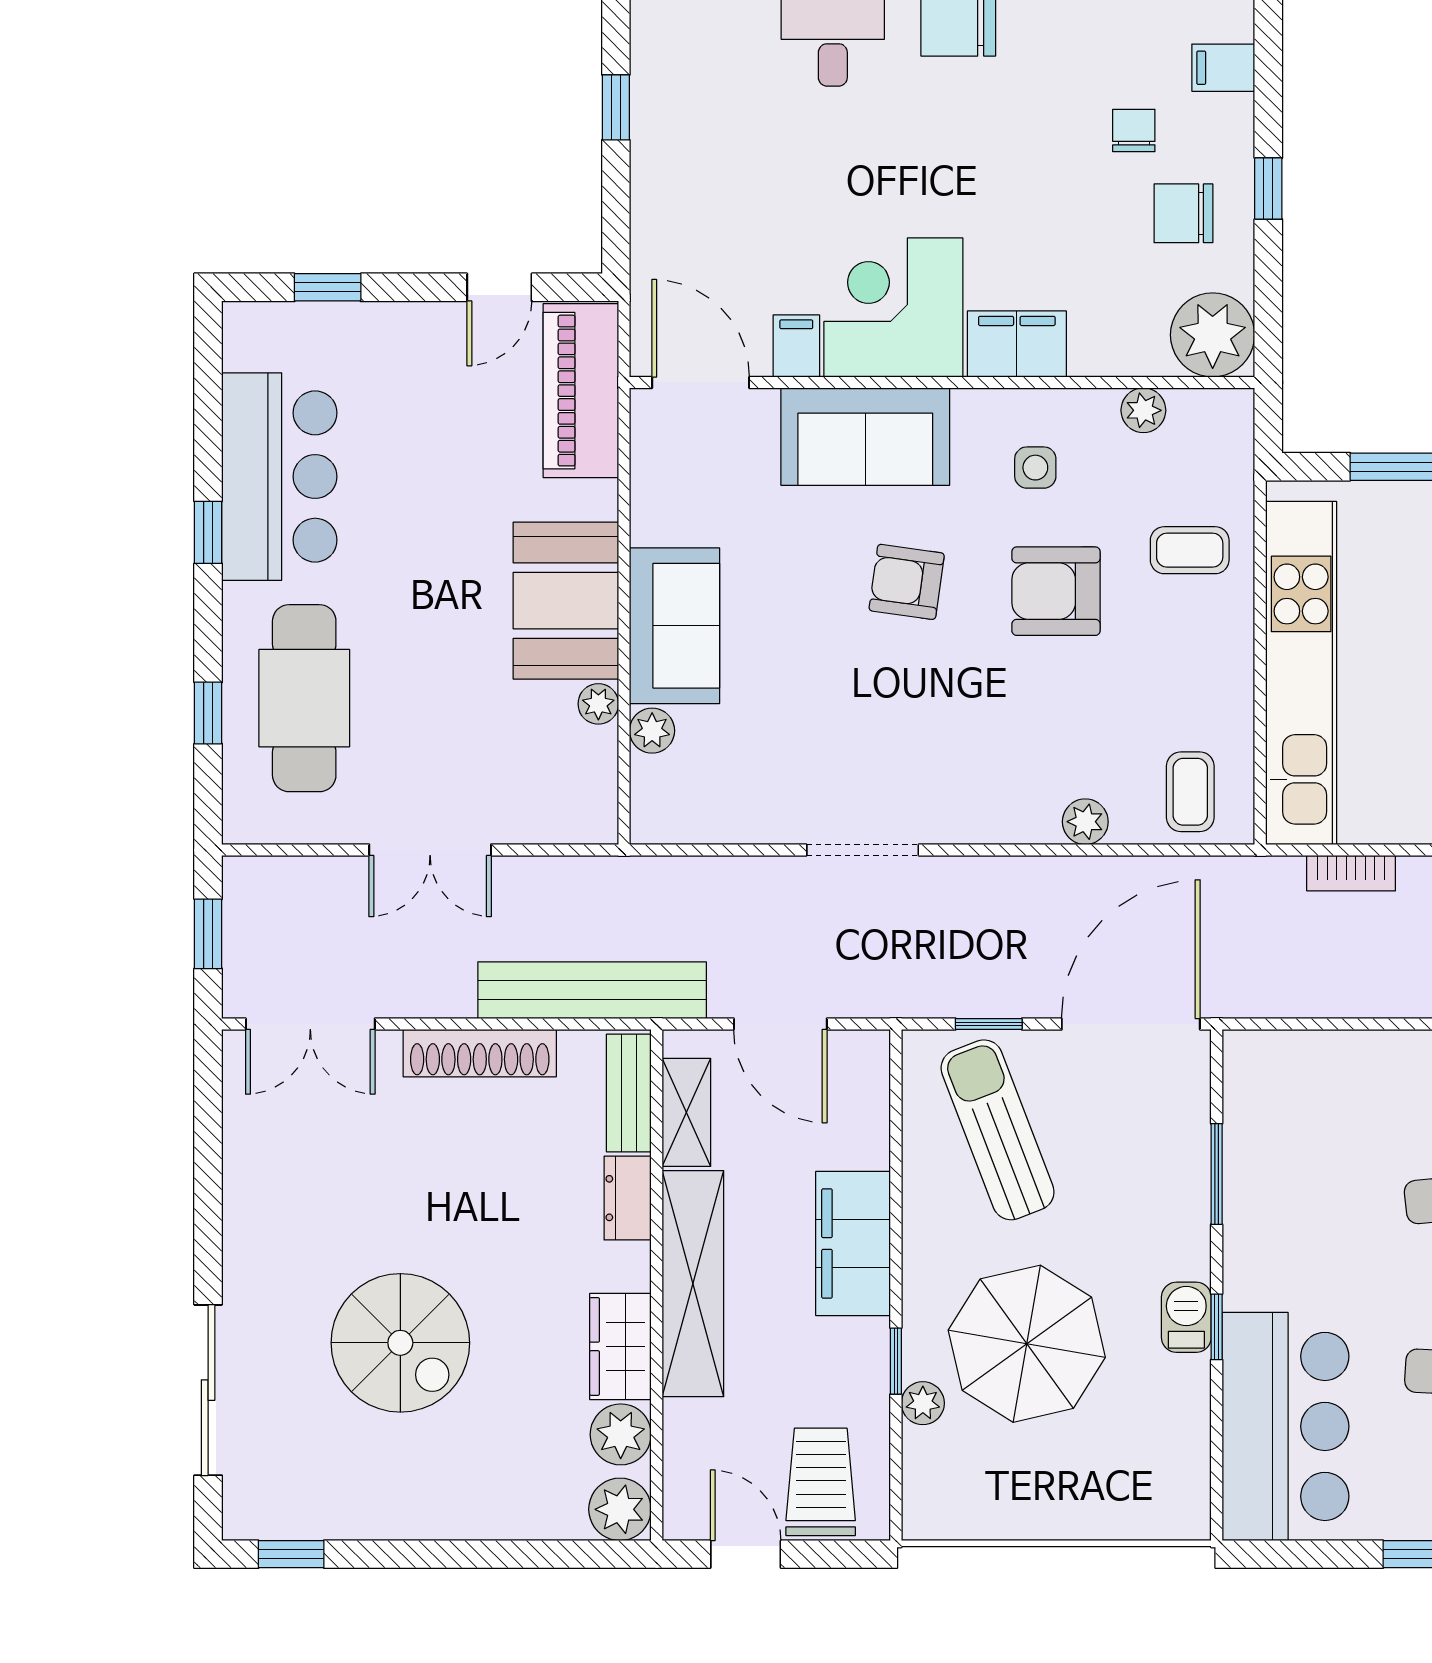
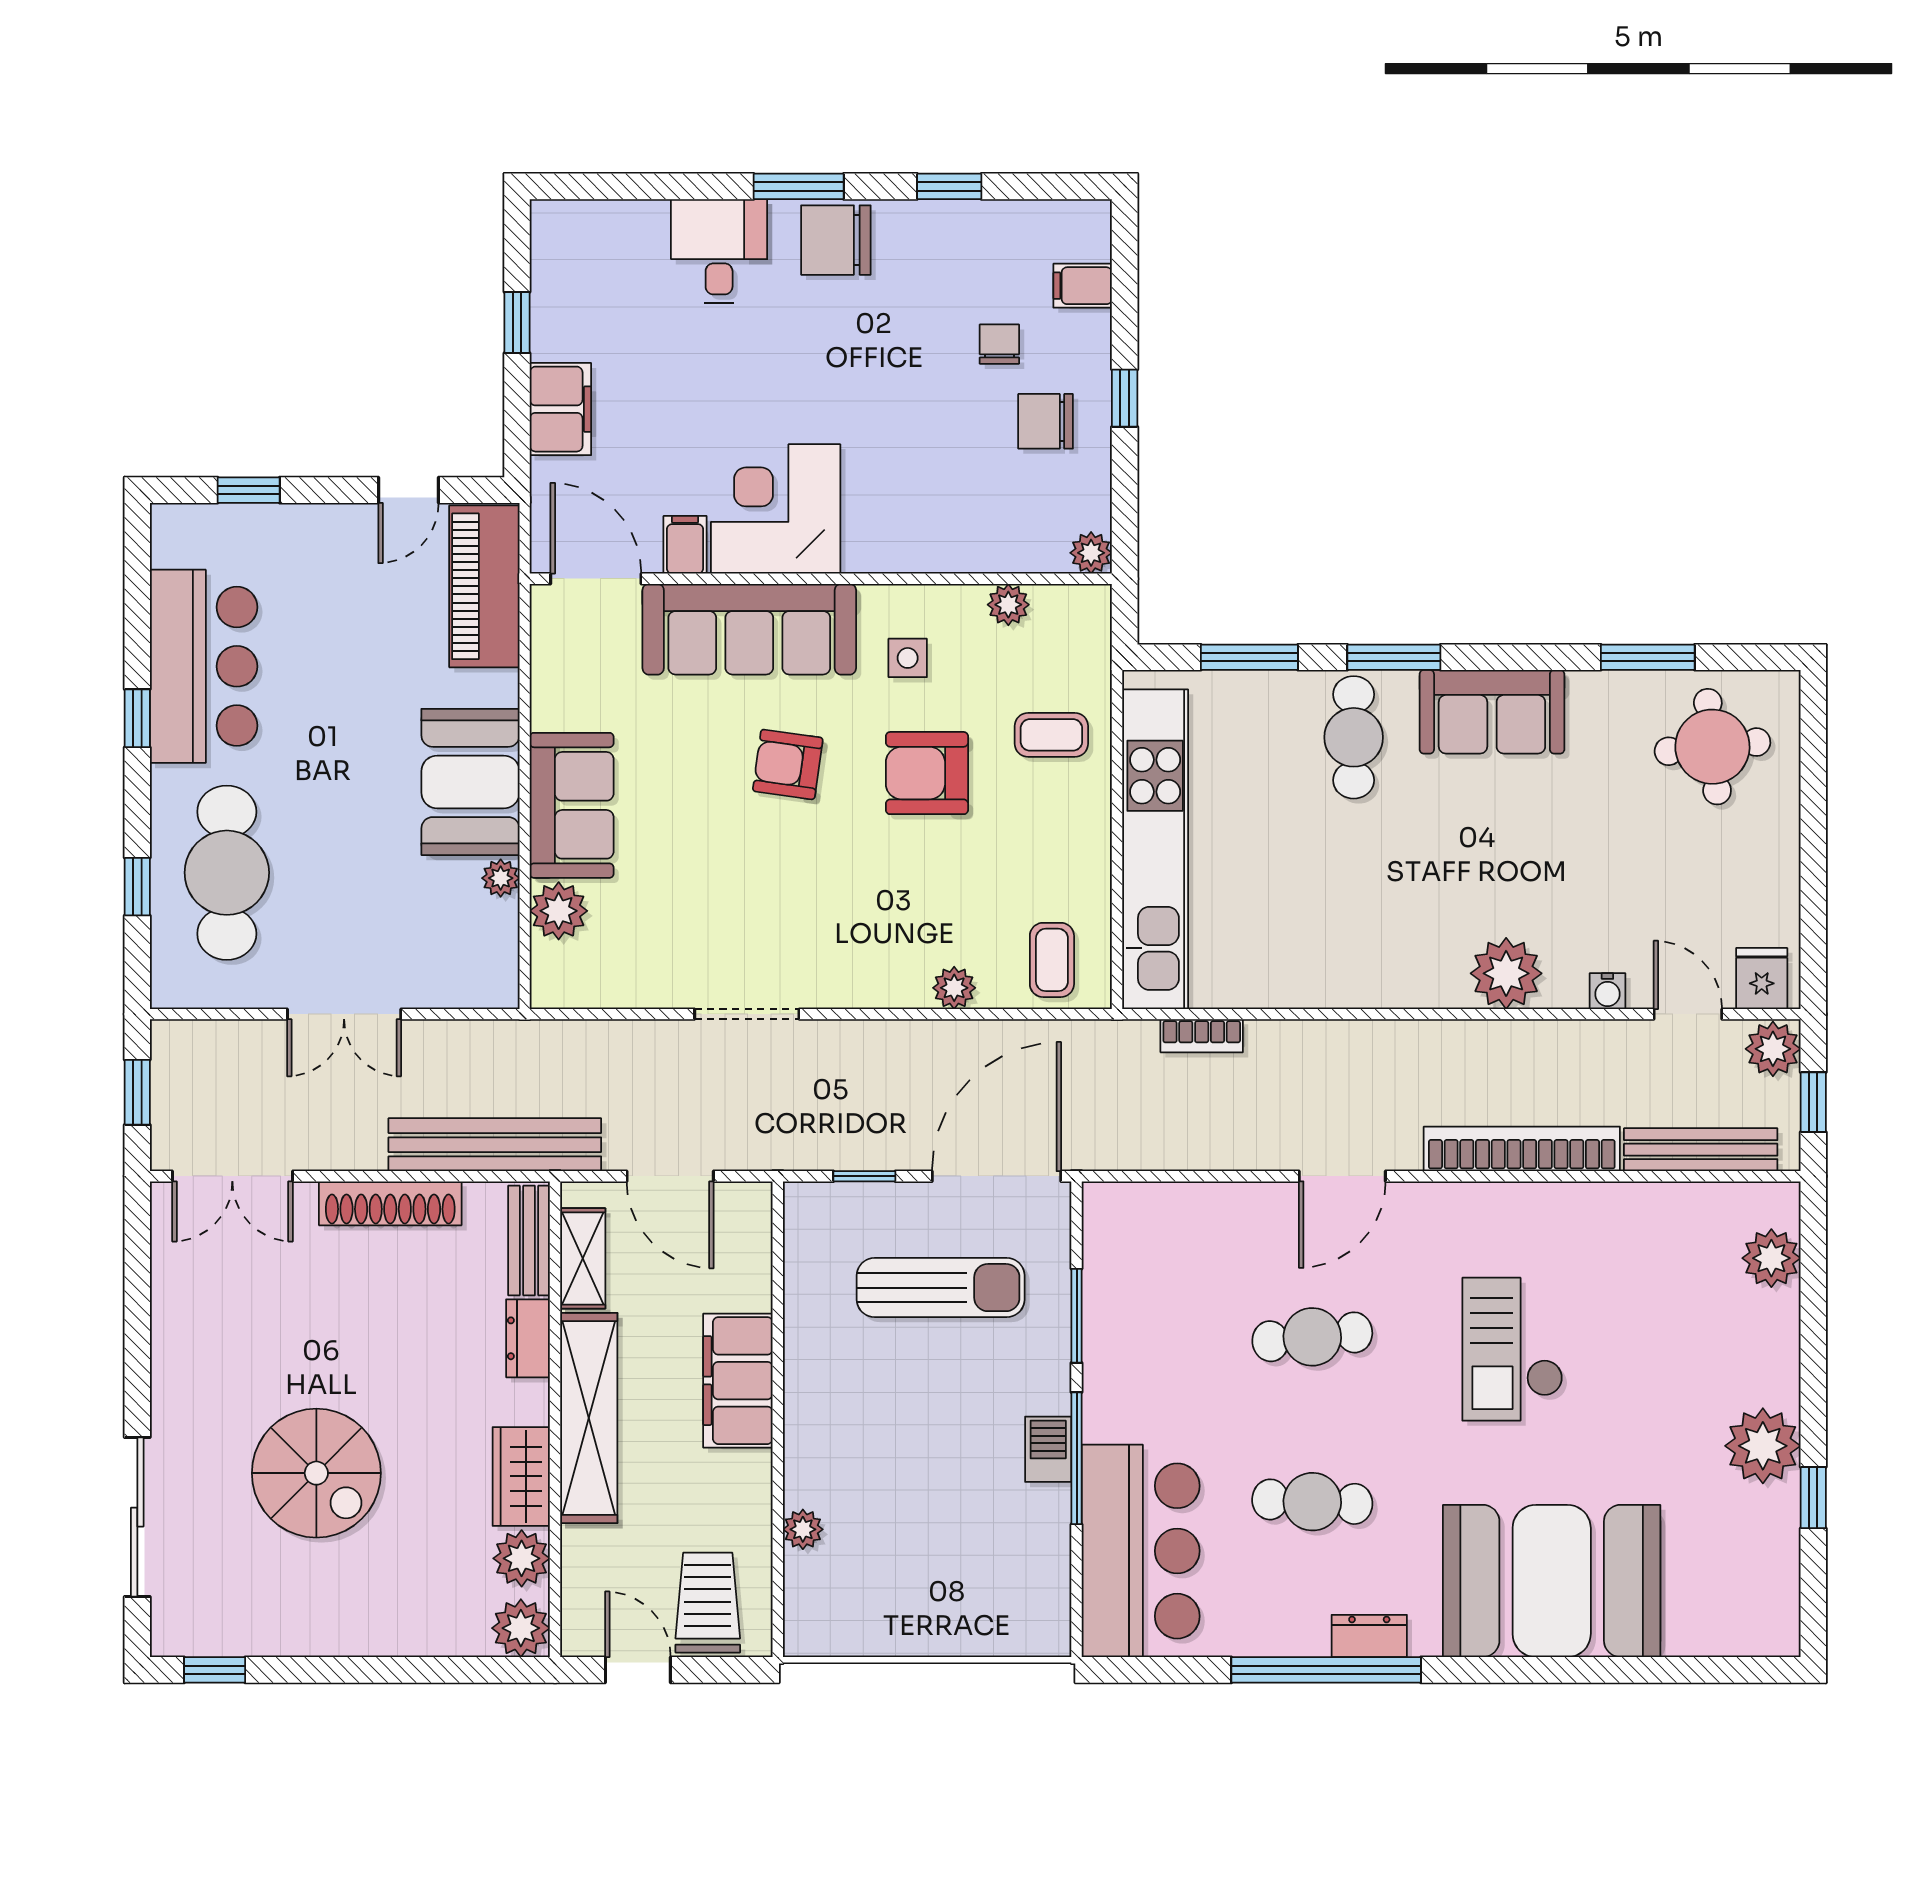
plant: (1213, 335) -> (1091, 553), width x0.53, depth x0.53
filing cabinet: (1017, 344) -> (560, 409), moved, turned 90
sofa: (865, 437) -> (749, 629), width x1.36
plant: (652, 731) -> (559, 911), width x1.38, depth x1.38
sun lounger: (998, 1130) -> (941, 1288), moved, turned 111
window: (1217, 1327) -> (1077, 1458), width x2.17
parasol: (1027, 1344) -> (900, 1474), removed
window: (896, 1361) -> (778, 1490), removed

